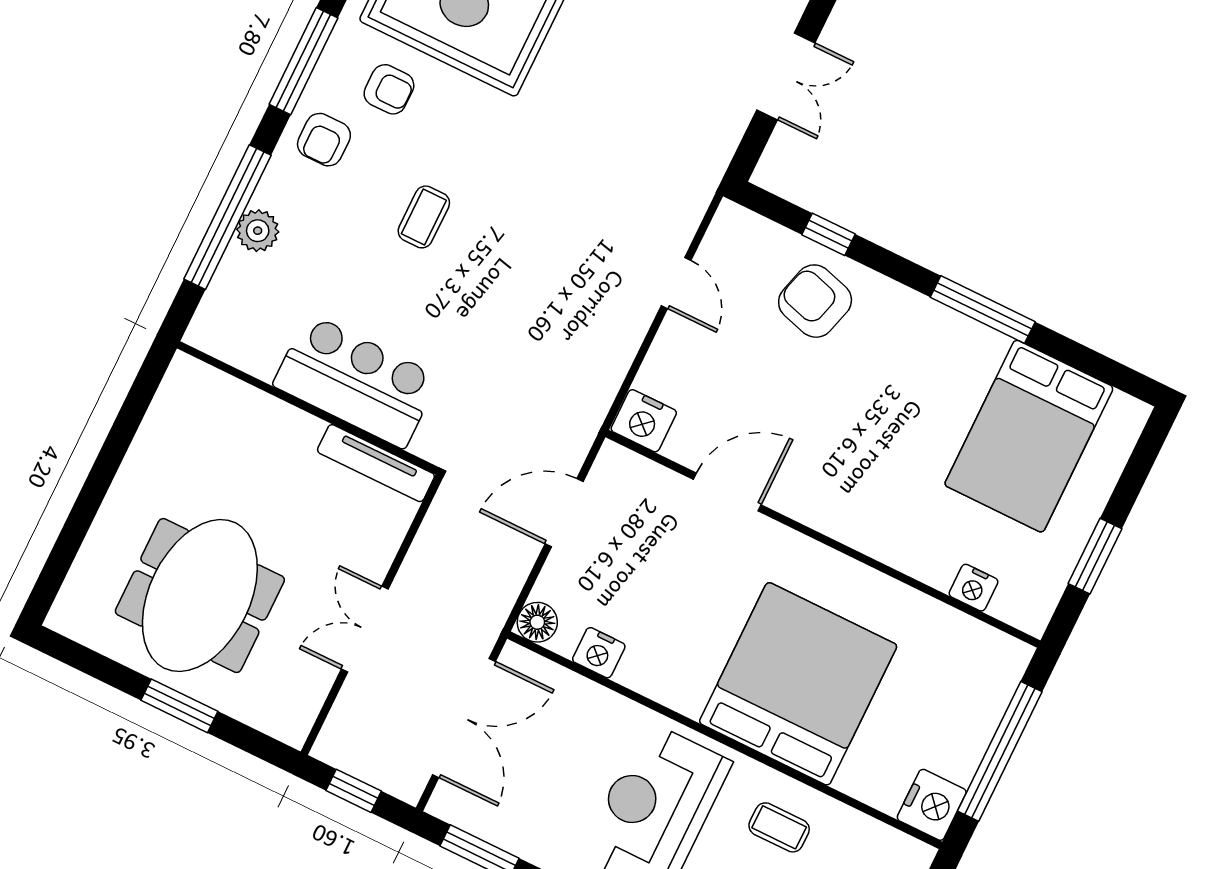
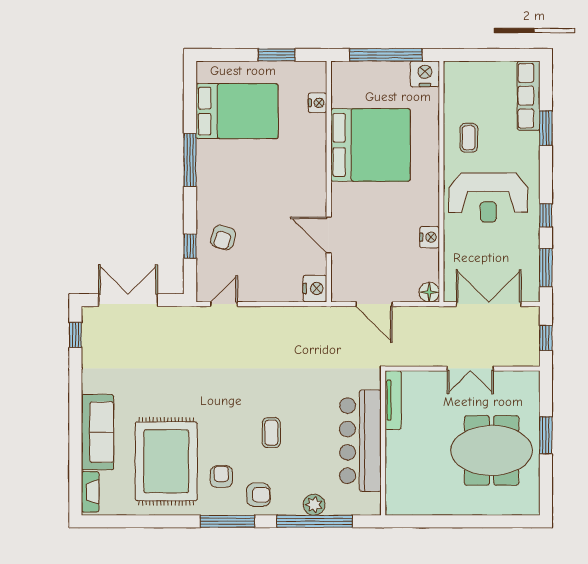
double door: (786, 76) -> (128, 300), width x1.37
coffee table: (424, 217) -> (271, 433), turned 90
door: (676, 283) -> (224, 304), moved
armchair: (815, 301) -> (223, 237), width x0.72, depth x0.72
bar counter: (356, 381) -> (360, 441), width x1.36
nightstand: (599, 653) -> (430, 237), moved
bed: (798, 684) -> (370, 145), moved, turned 180

